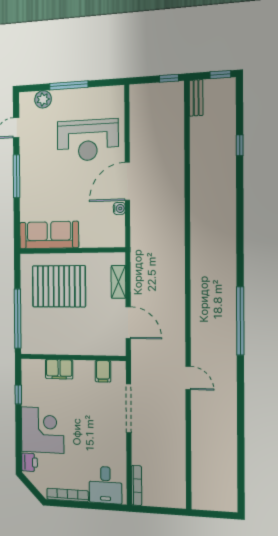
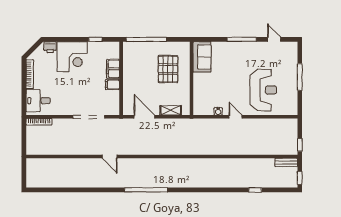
plant: (43, 99) -> (292, 59), removed
reception desk: (88, 140) -> (263, 90), turned 180
door: (127, 181) -> (236, 117), width x0.53
sofa: (49, 235) -> (202, 57), width x0.73
pallet: (59, 286) -> (168, 69), width x0.73, depth x0.71
door: (128, 323) -> (144, 117), swing flipped
filing cabinet: (103, 371) -> (112, 85), moved
door: (188, 378) -> (110, 156), hinge flipped

